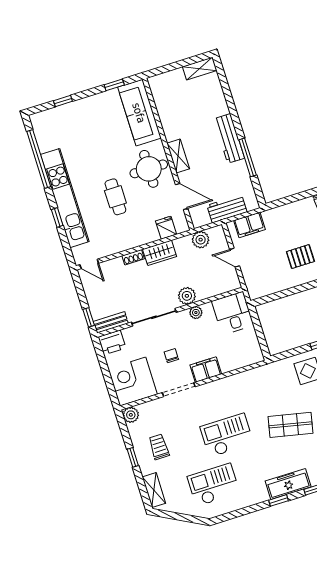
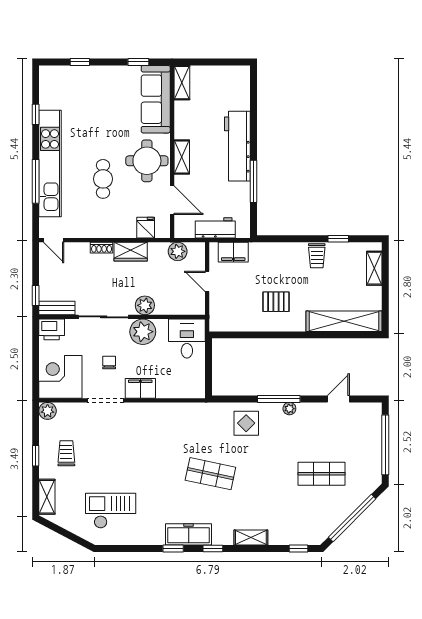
shelving: (200, 69) -> (182, 83), moved, turned 90
workbench: (229, 139) -> (237, 146), width x1.36, depth x1.32
window: (39, 159) -> (36, 114), width x0.32
window: (57, 218) -> (36, 181), width x2.17
plant: (196, 313) -> (143, 332), width x1.88, depth x1.88
checkout: (227, 435) -> (141, 464), removed

